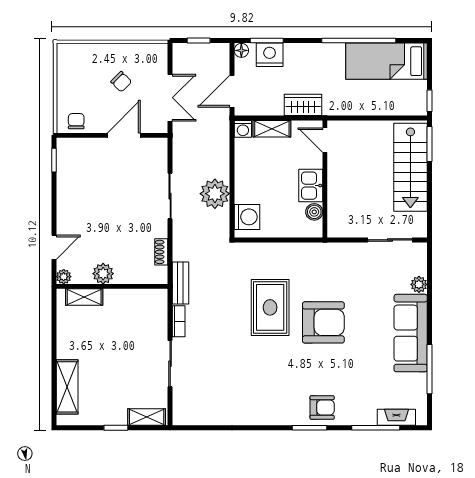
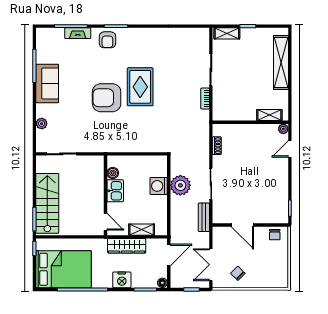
nightstand: (270, 55) -> (122, 280), moved
bed: (387, 61) -> (64, 269), width x1.50
chair: (121, 82) -> (238, 273), moved
double door: (170, 98) -> (211, 265), moved
wardrobe: (303, 105) -> (127, 246), width x1.50
washing machine: (243, 129) -> (161, 229), removed
door: (124, 135) -> (242, 225), hinge flipped
washing machine: (247, 217) -> (159, 186), moved
plant: (103, 274) -> (256, 131), removed
bench: (180, 283) -> (204, 217), moved
rug: (270, 307) -> (140, 87), moved
sofa: (411, 333) -> (47, 83), width x0.73
shelving: (67, 387) -> (281, 63), width x1.47
armchair: (322, 407) -> (107, 40), turned -90
fireplace: (396, 417) -> (78, 33), moved

